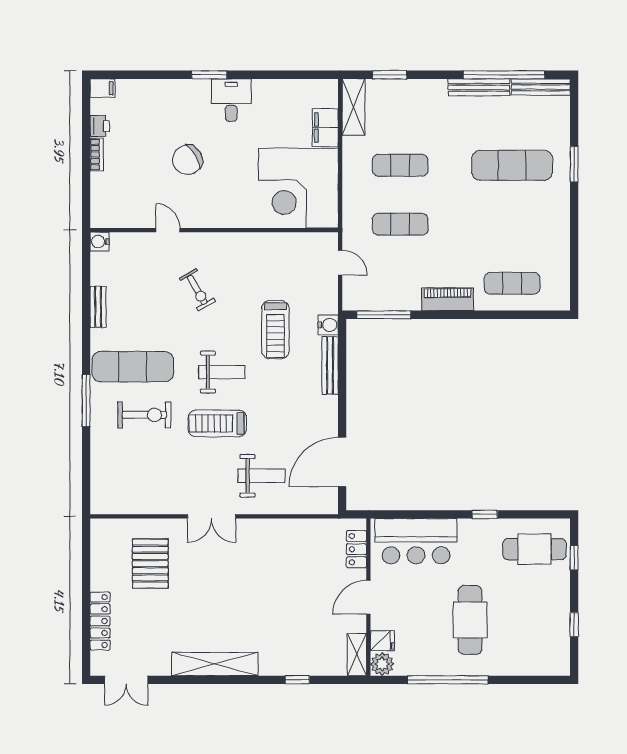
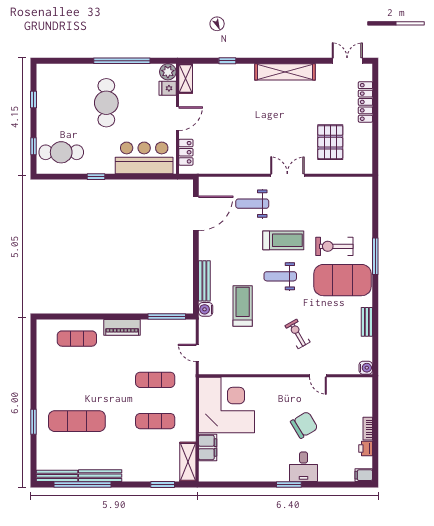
desk: (231, 100) -> (304, 467), moved
exercise mat: (133, 367) -> (342, 280), width x1.47

